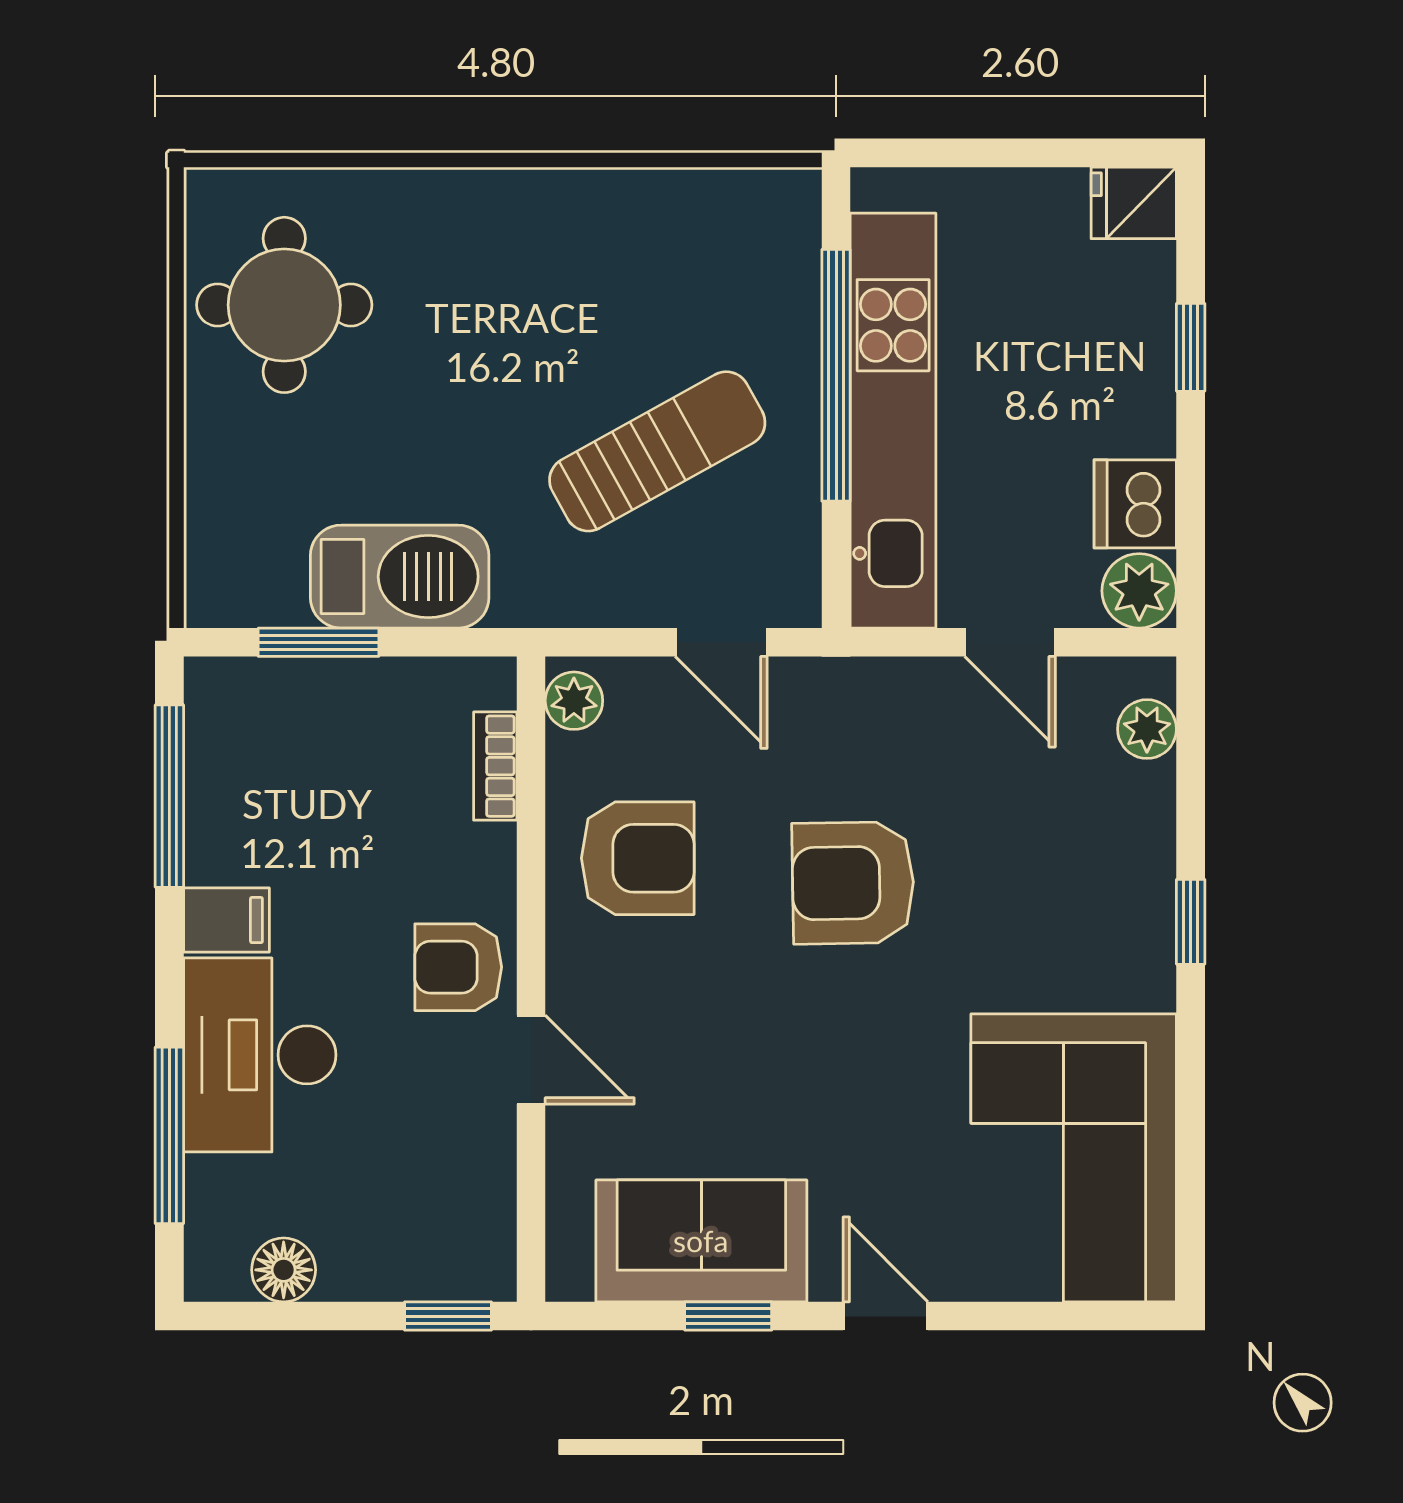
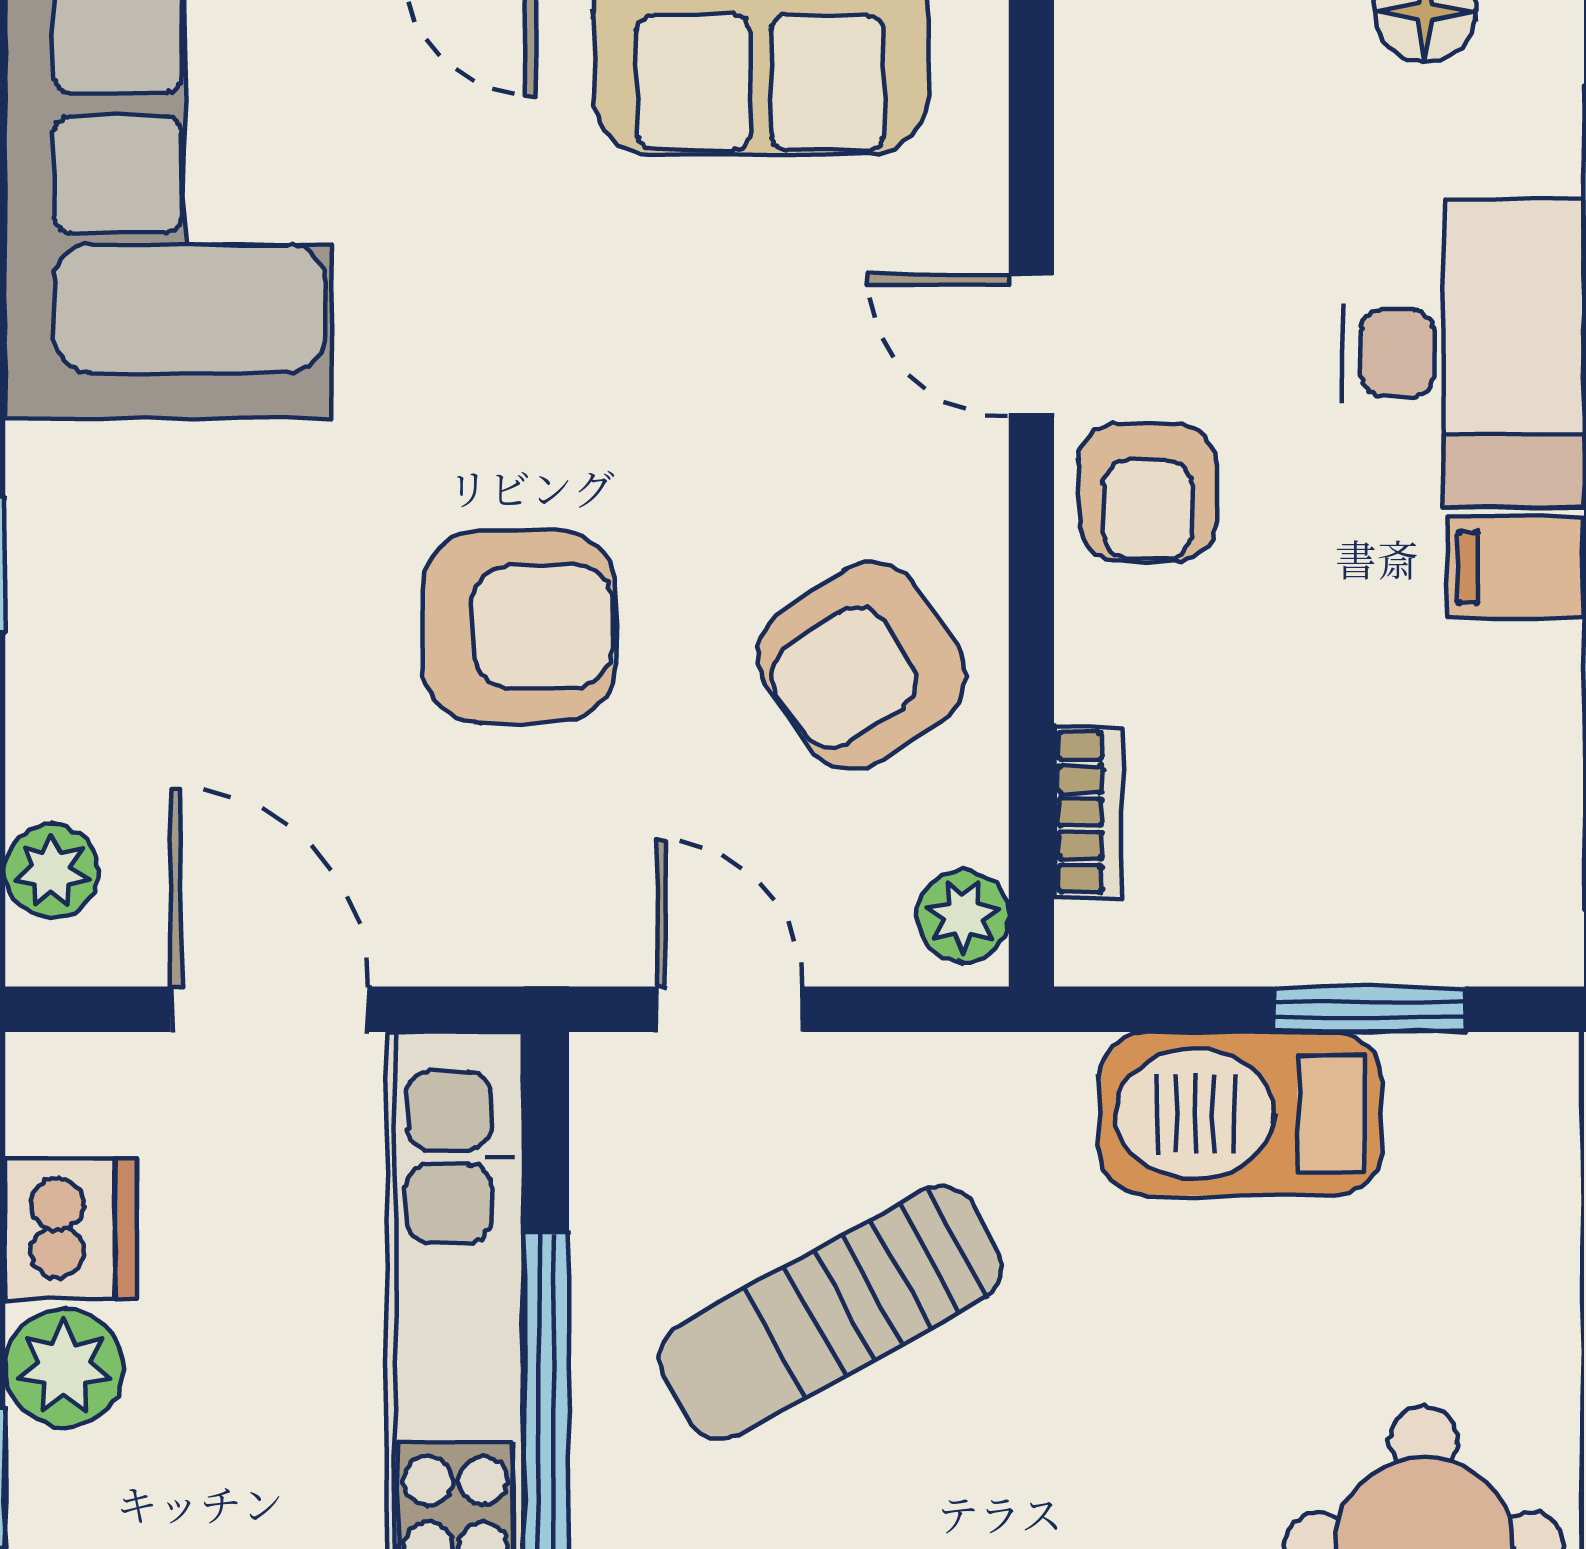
plant: (1139, 591) -> (64, 1368), moved
door: (1010, 642) -> (270, 1009), width x1.37
armchair: (638, 858) -> (862, 666), turned -34
armchair: (458, 967) -> (1147, 493), turned 90

